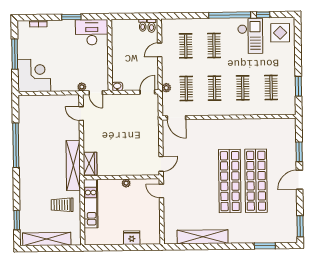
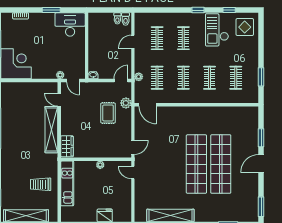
window: (230, 15) -> (198, 10), width x0.32
checkout: (250, 36) -> (217, 30), turned 180
plant: (153, 116) -> (126, 103), added
rug: (134, 127) -> (108, 113), added
shelving: (73, 165) -> (51, 130), moved

